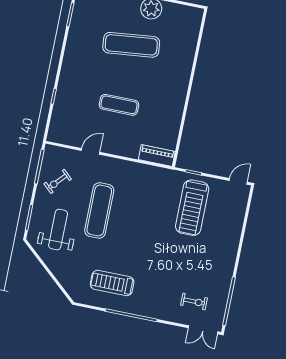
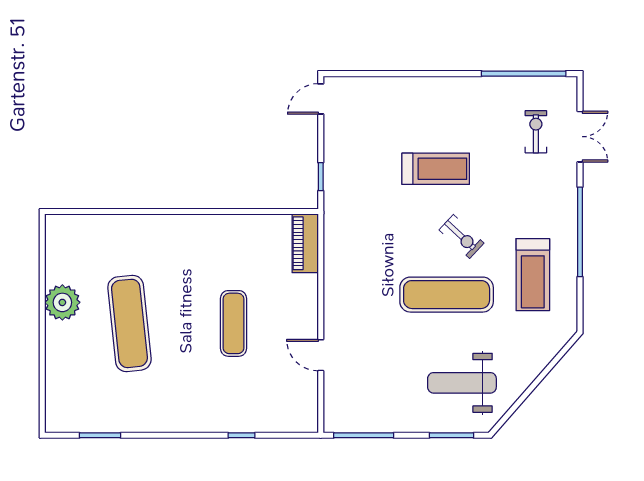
exercise bike: (58, 181) -> (461, 236), moved
door: (238, 181) -> (321, 99), hinge flipped
treadmill: (192, 208) -> (436, 169), moved, width x0.73, depth x0.73
exercise mat: (99, 210) -> (447, 295), moved
double door: (203, 330) -> (580, 137), moved

